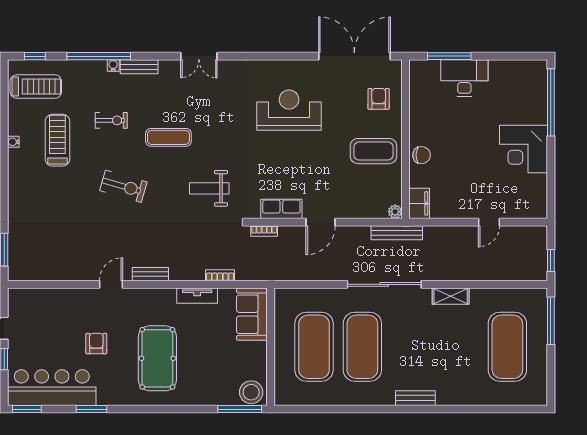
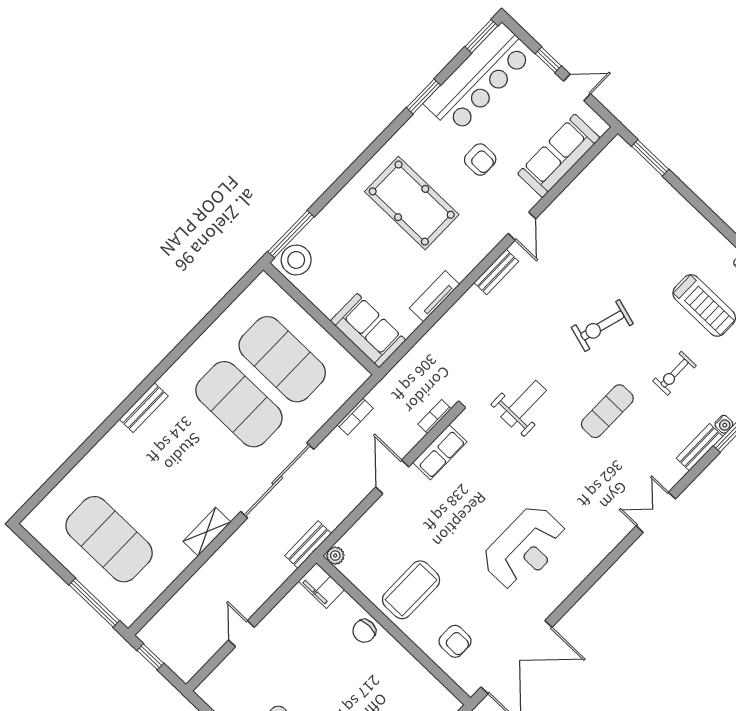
bench: (397, 233) -> (308, 545), width x0.73
bookcase: (220, 275) -> (355, 416), moved
sofa: (52, 302) -> (559, 156), added

